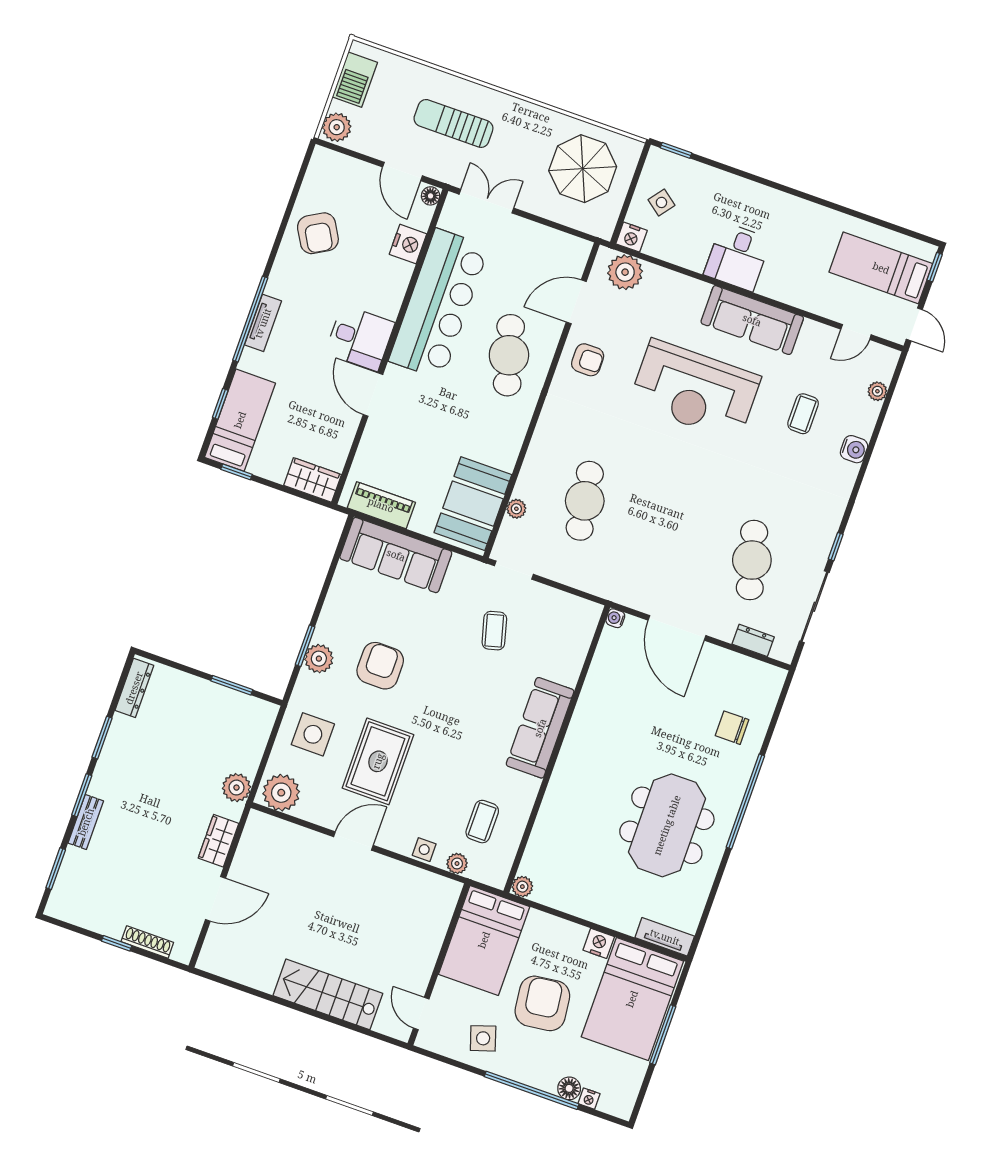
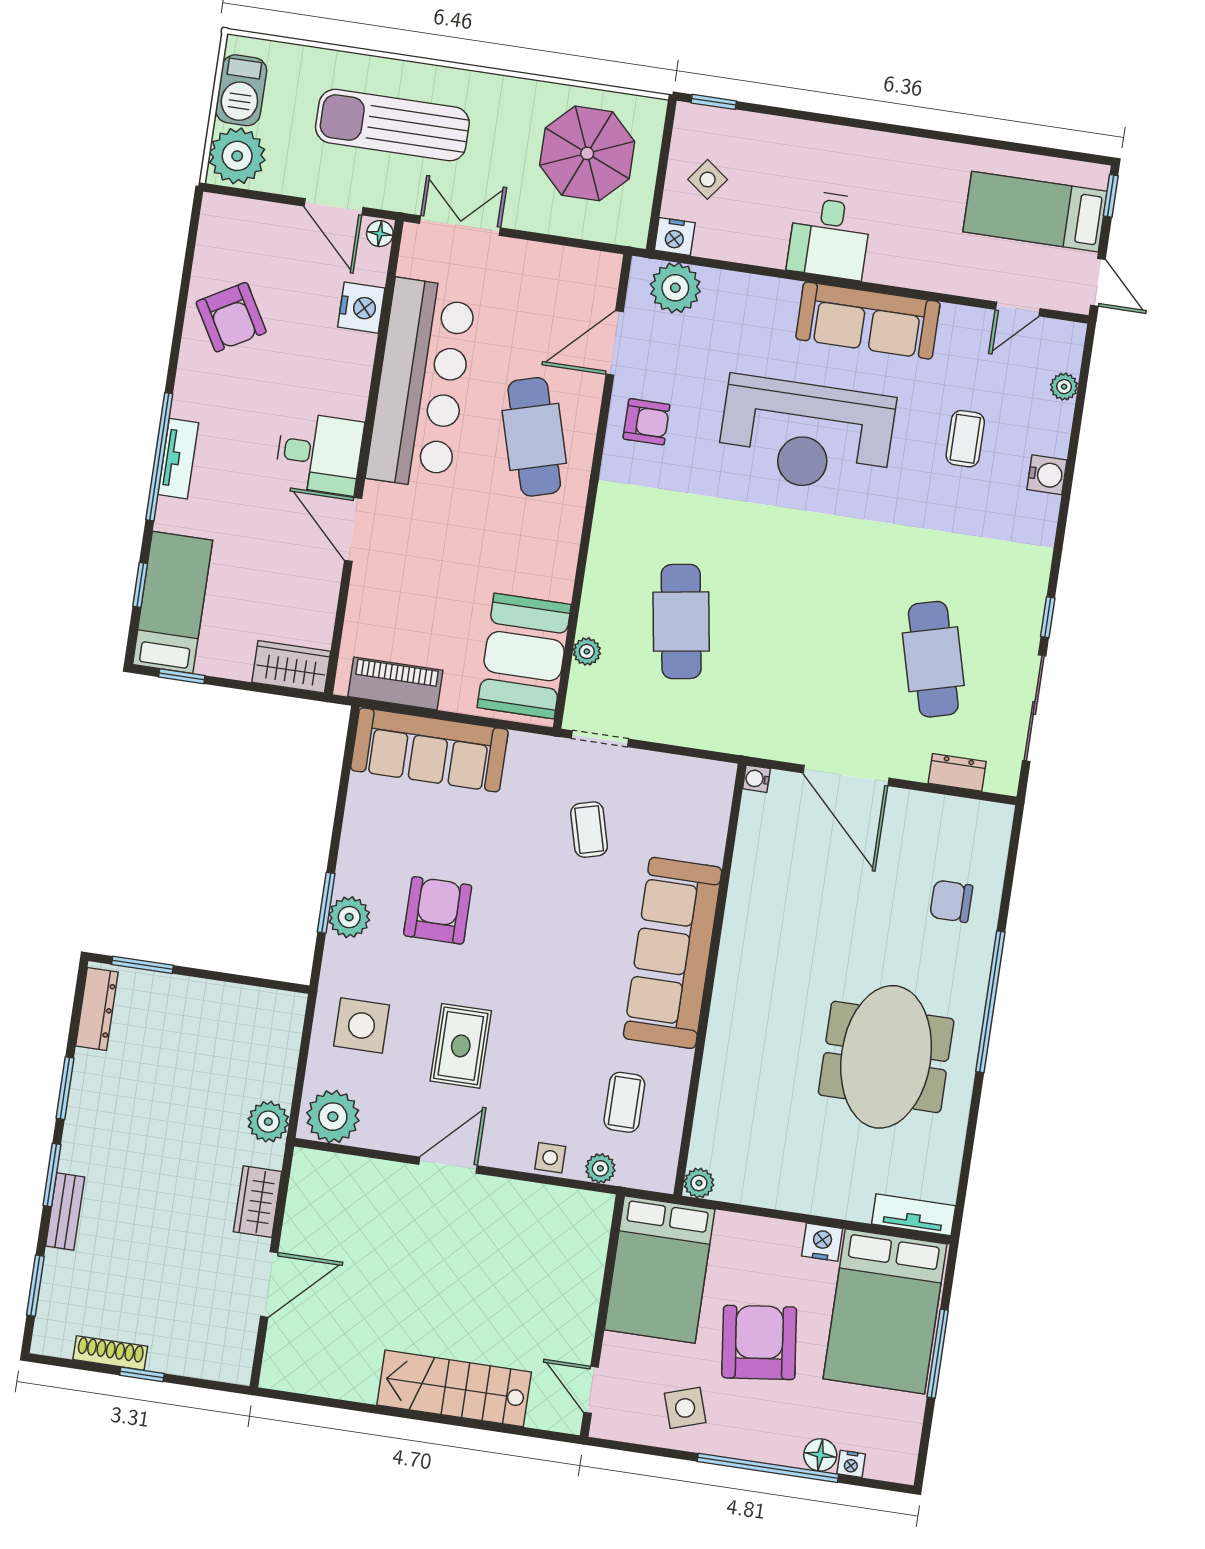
sun lounger: (453, 123) -> (392, 125), width x1.36, depth x1.34
plant: (337, 127) -> (237, 156), width x1.36, depth x1.36
window: (232, 685) -> (142, 965), moved
sofa: (540, 728) -> (673, 953), width x1.36, depth x1.27
rug: (378, 761) -> (461, 1046), width x0.73, depth x0.70
shoe rack: (147, 942) -> (110, 1353), moved

